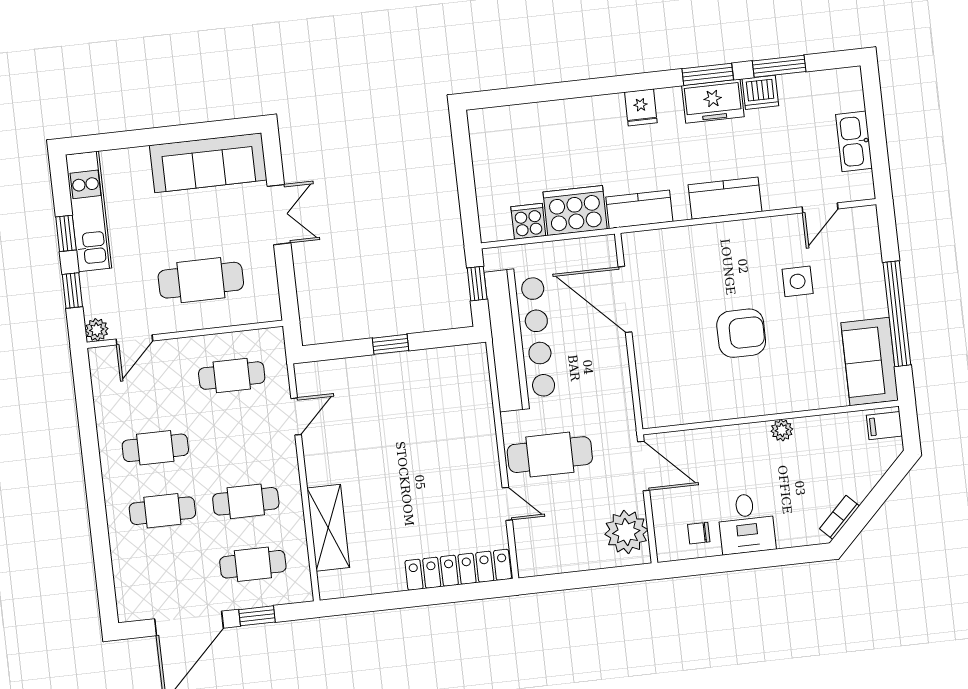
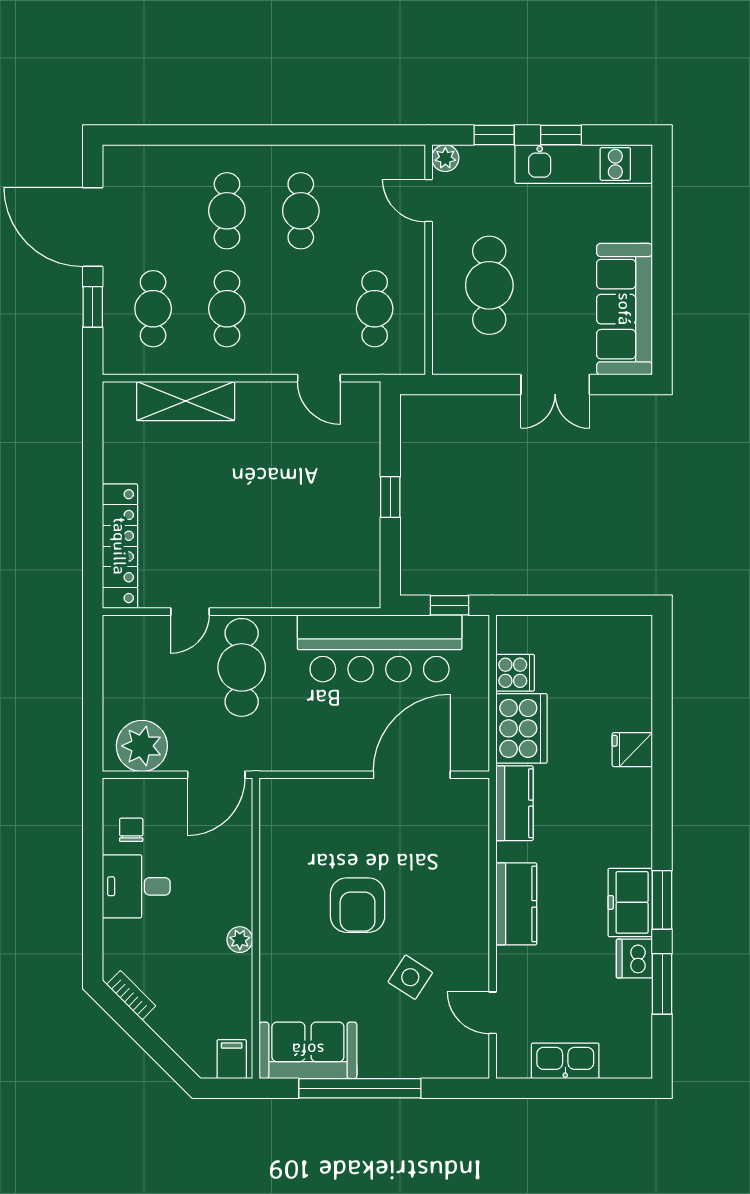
fridge: (641, 107) -> (632, 750), moved
side table: (798, 281) -> (410, 977), turned 33

